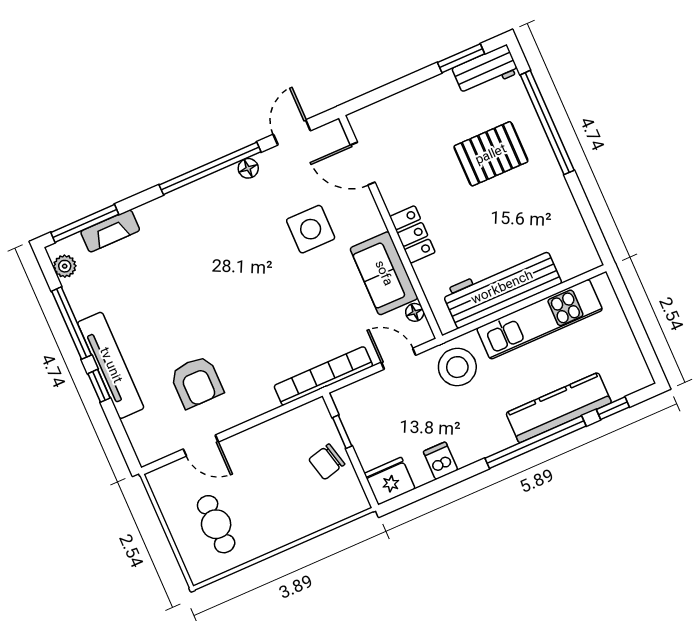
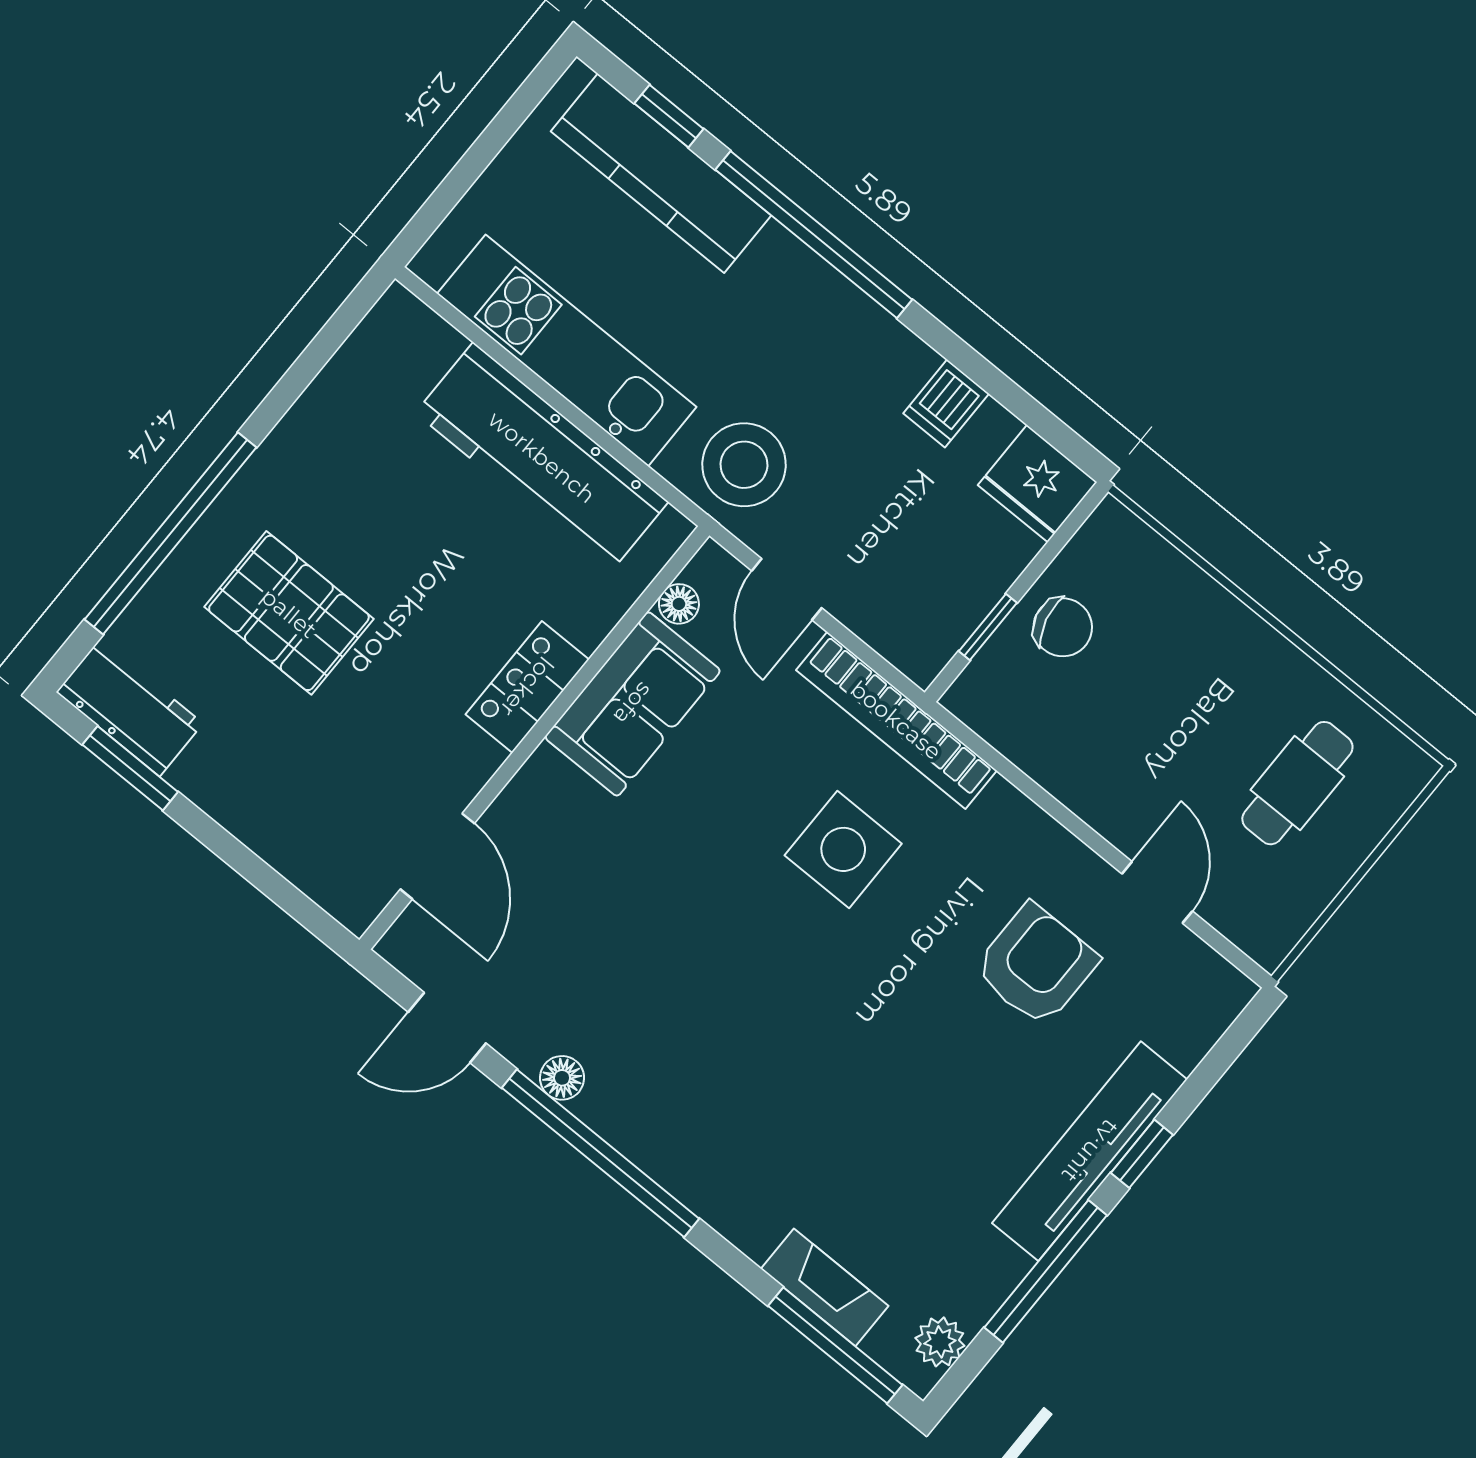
side table: (311, 229) -> (843, 849), moved
kitchen counter: (559, 408) -> (661, 173), moved

